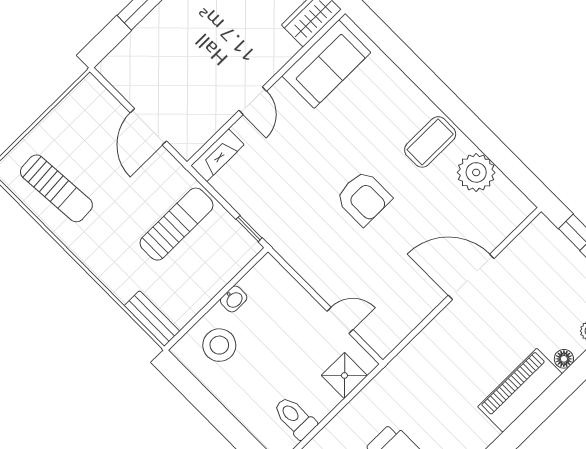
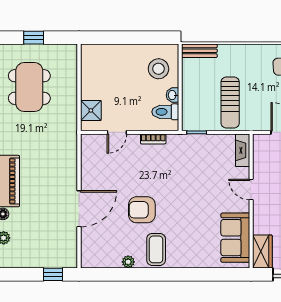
plant: (476, 172) -> (128, 262), width x0.53, depth x0.53
armchair: (364, 198) -> (142, 210), moved
bookcase: (306, 271) -> (153, 139), added
toilet: (295, 418) -> (165, 112), moved, turned 180

